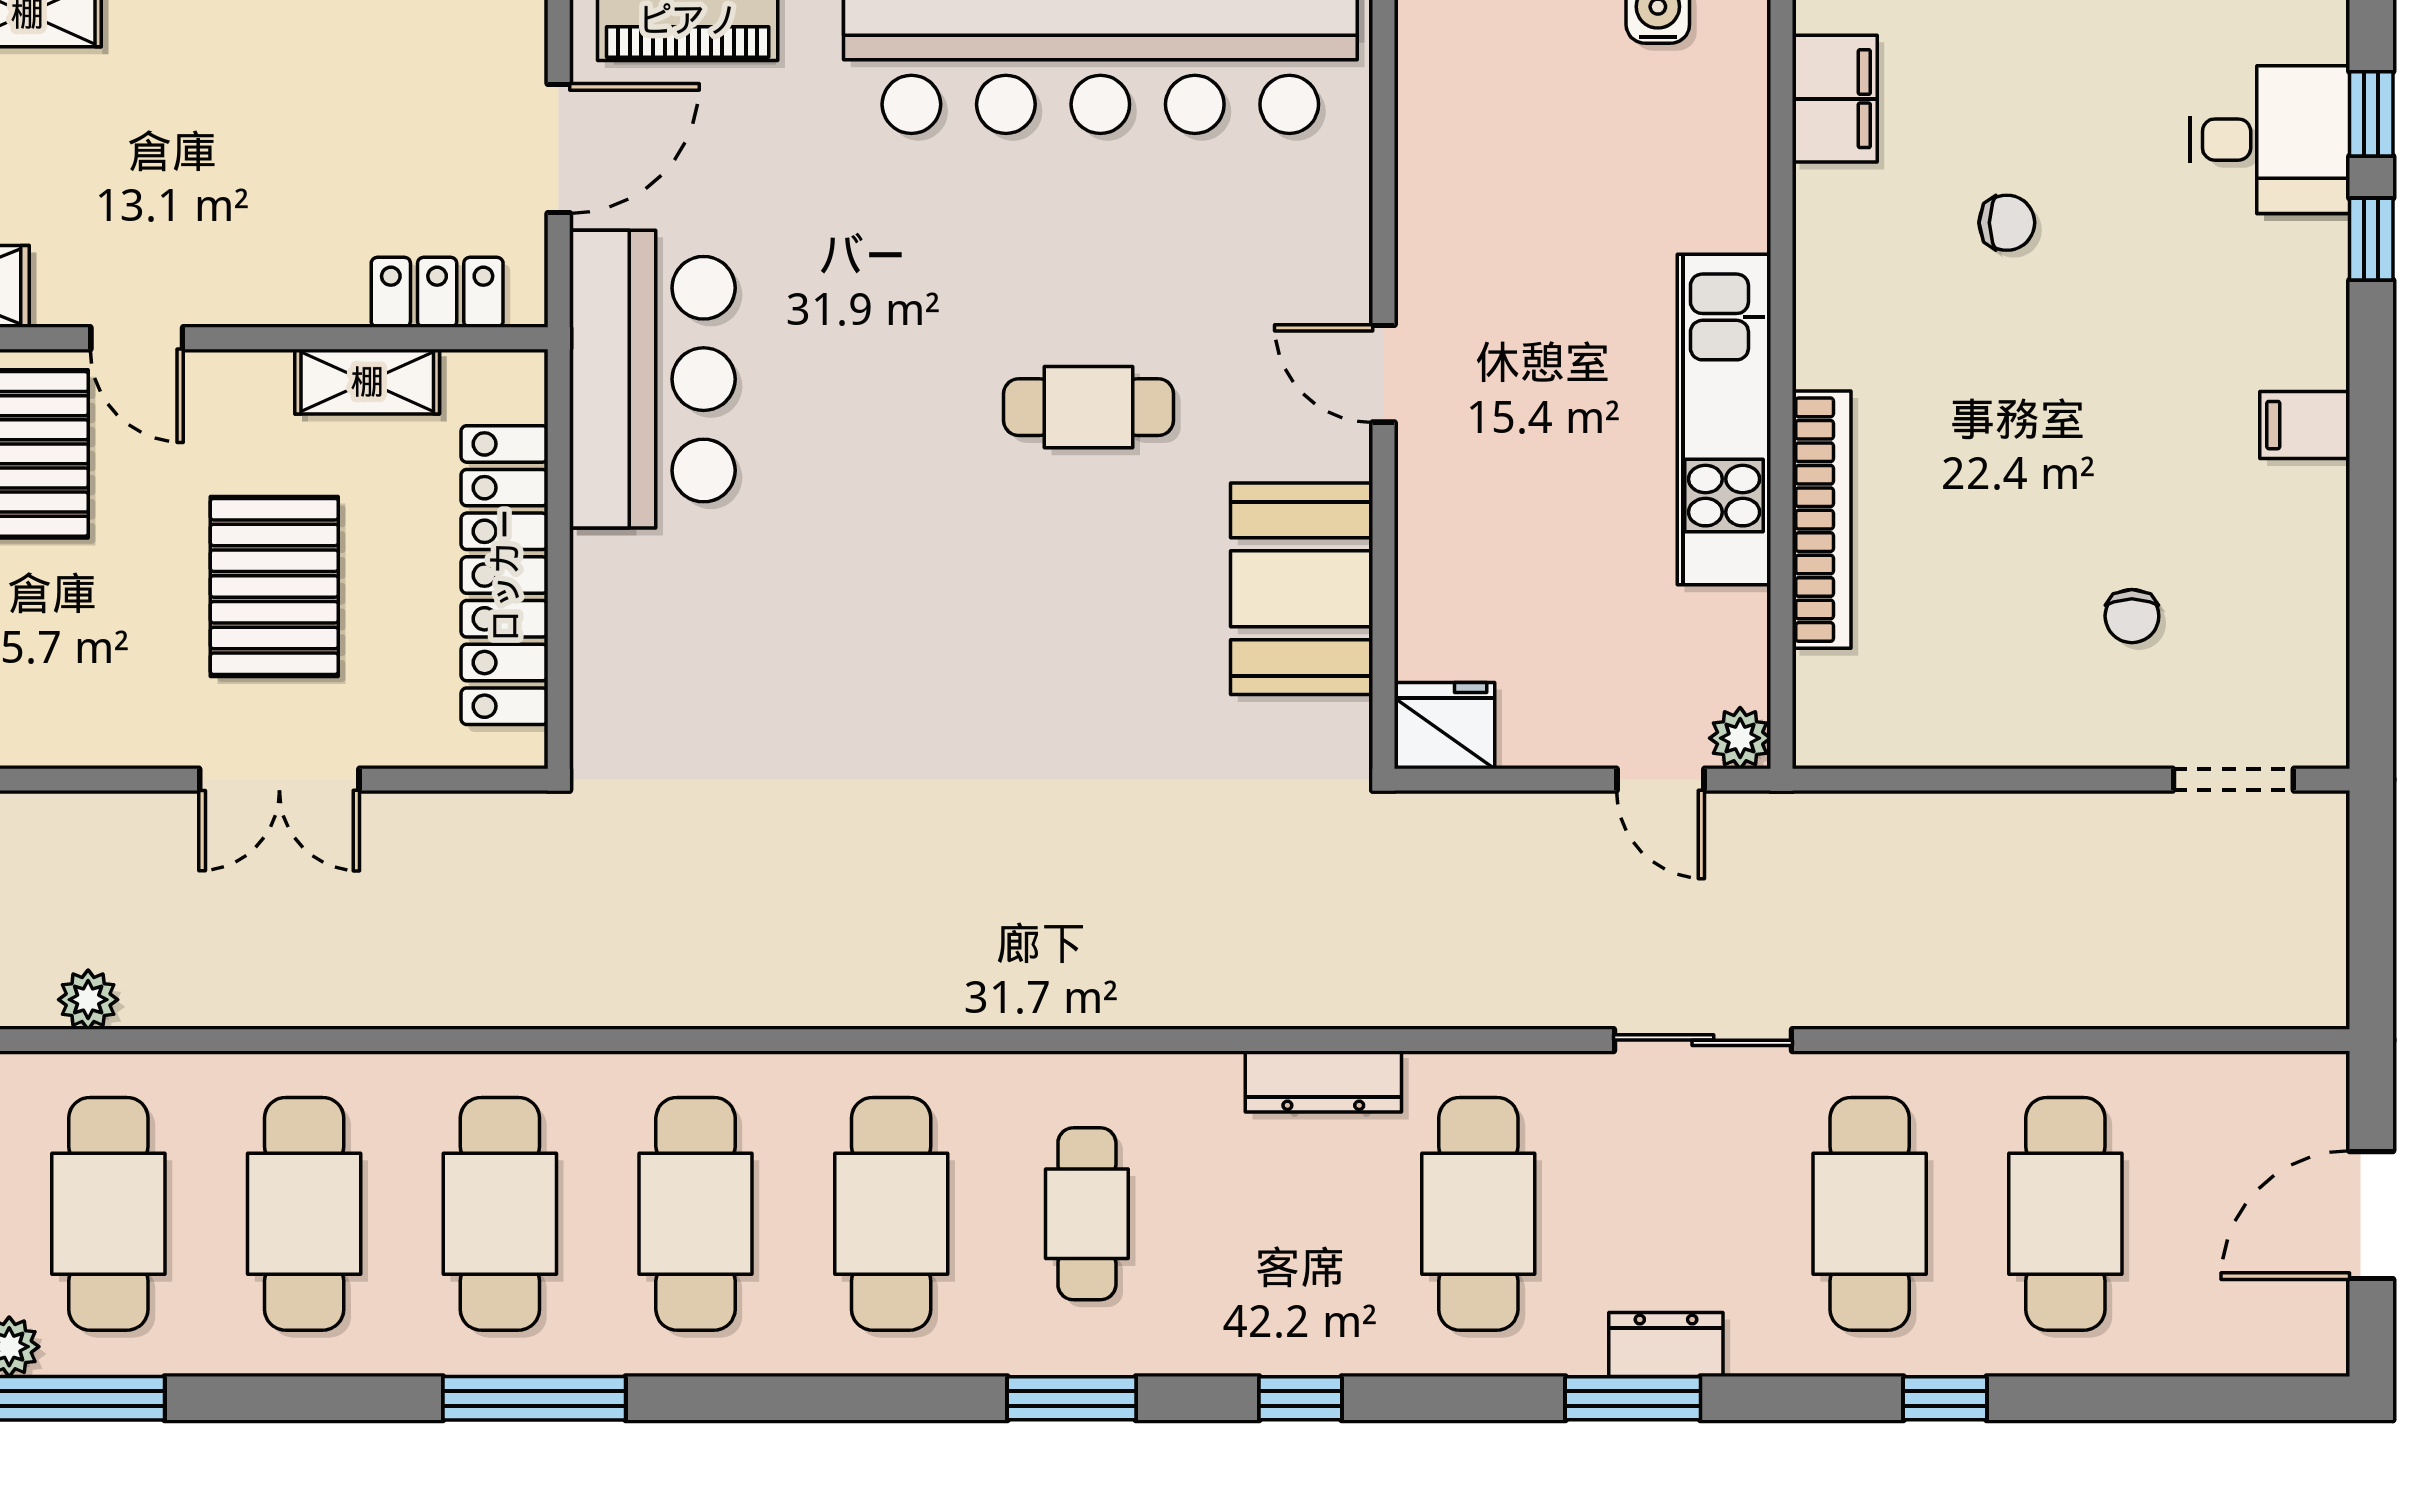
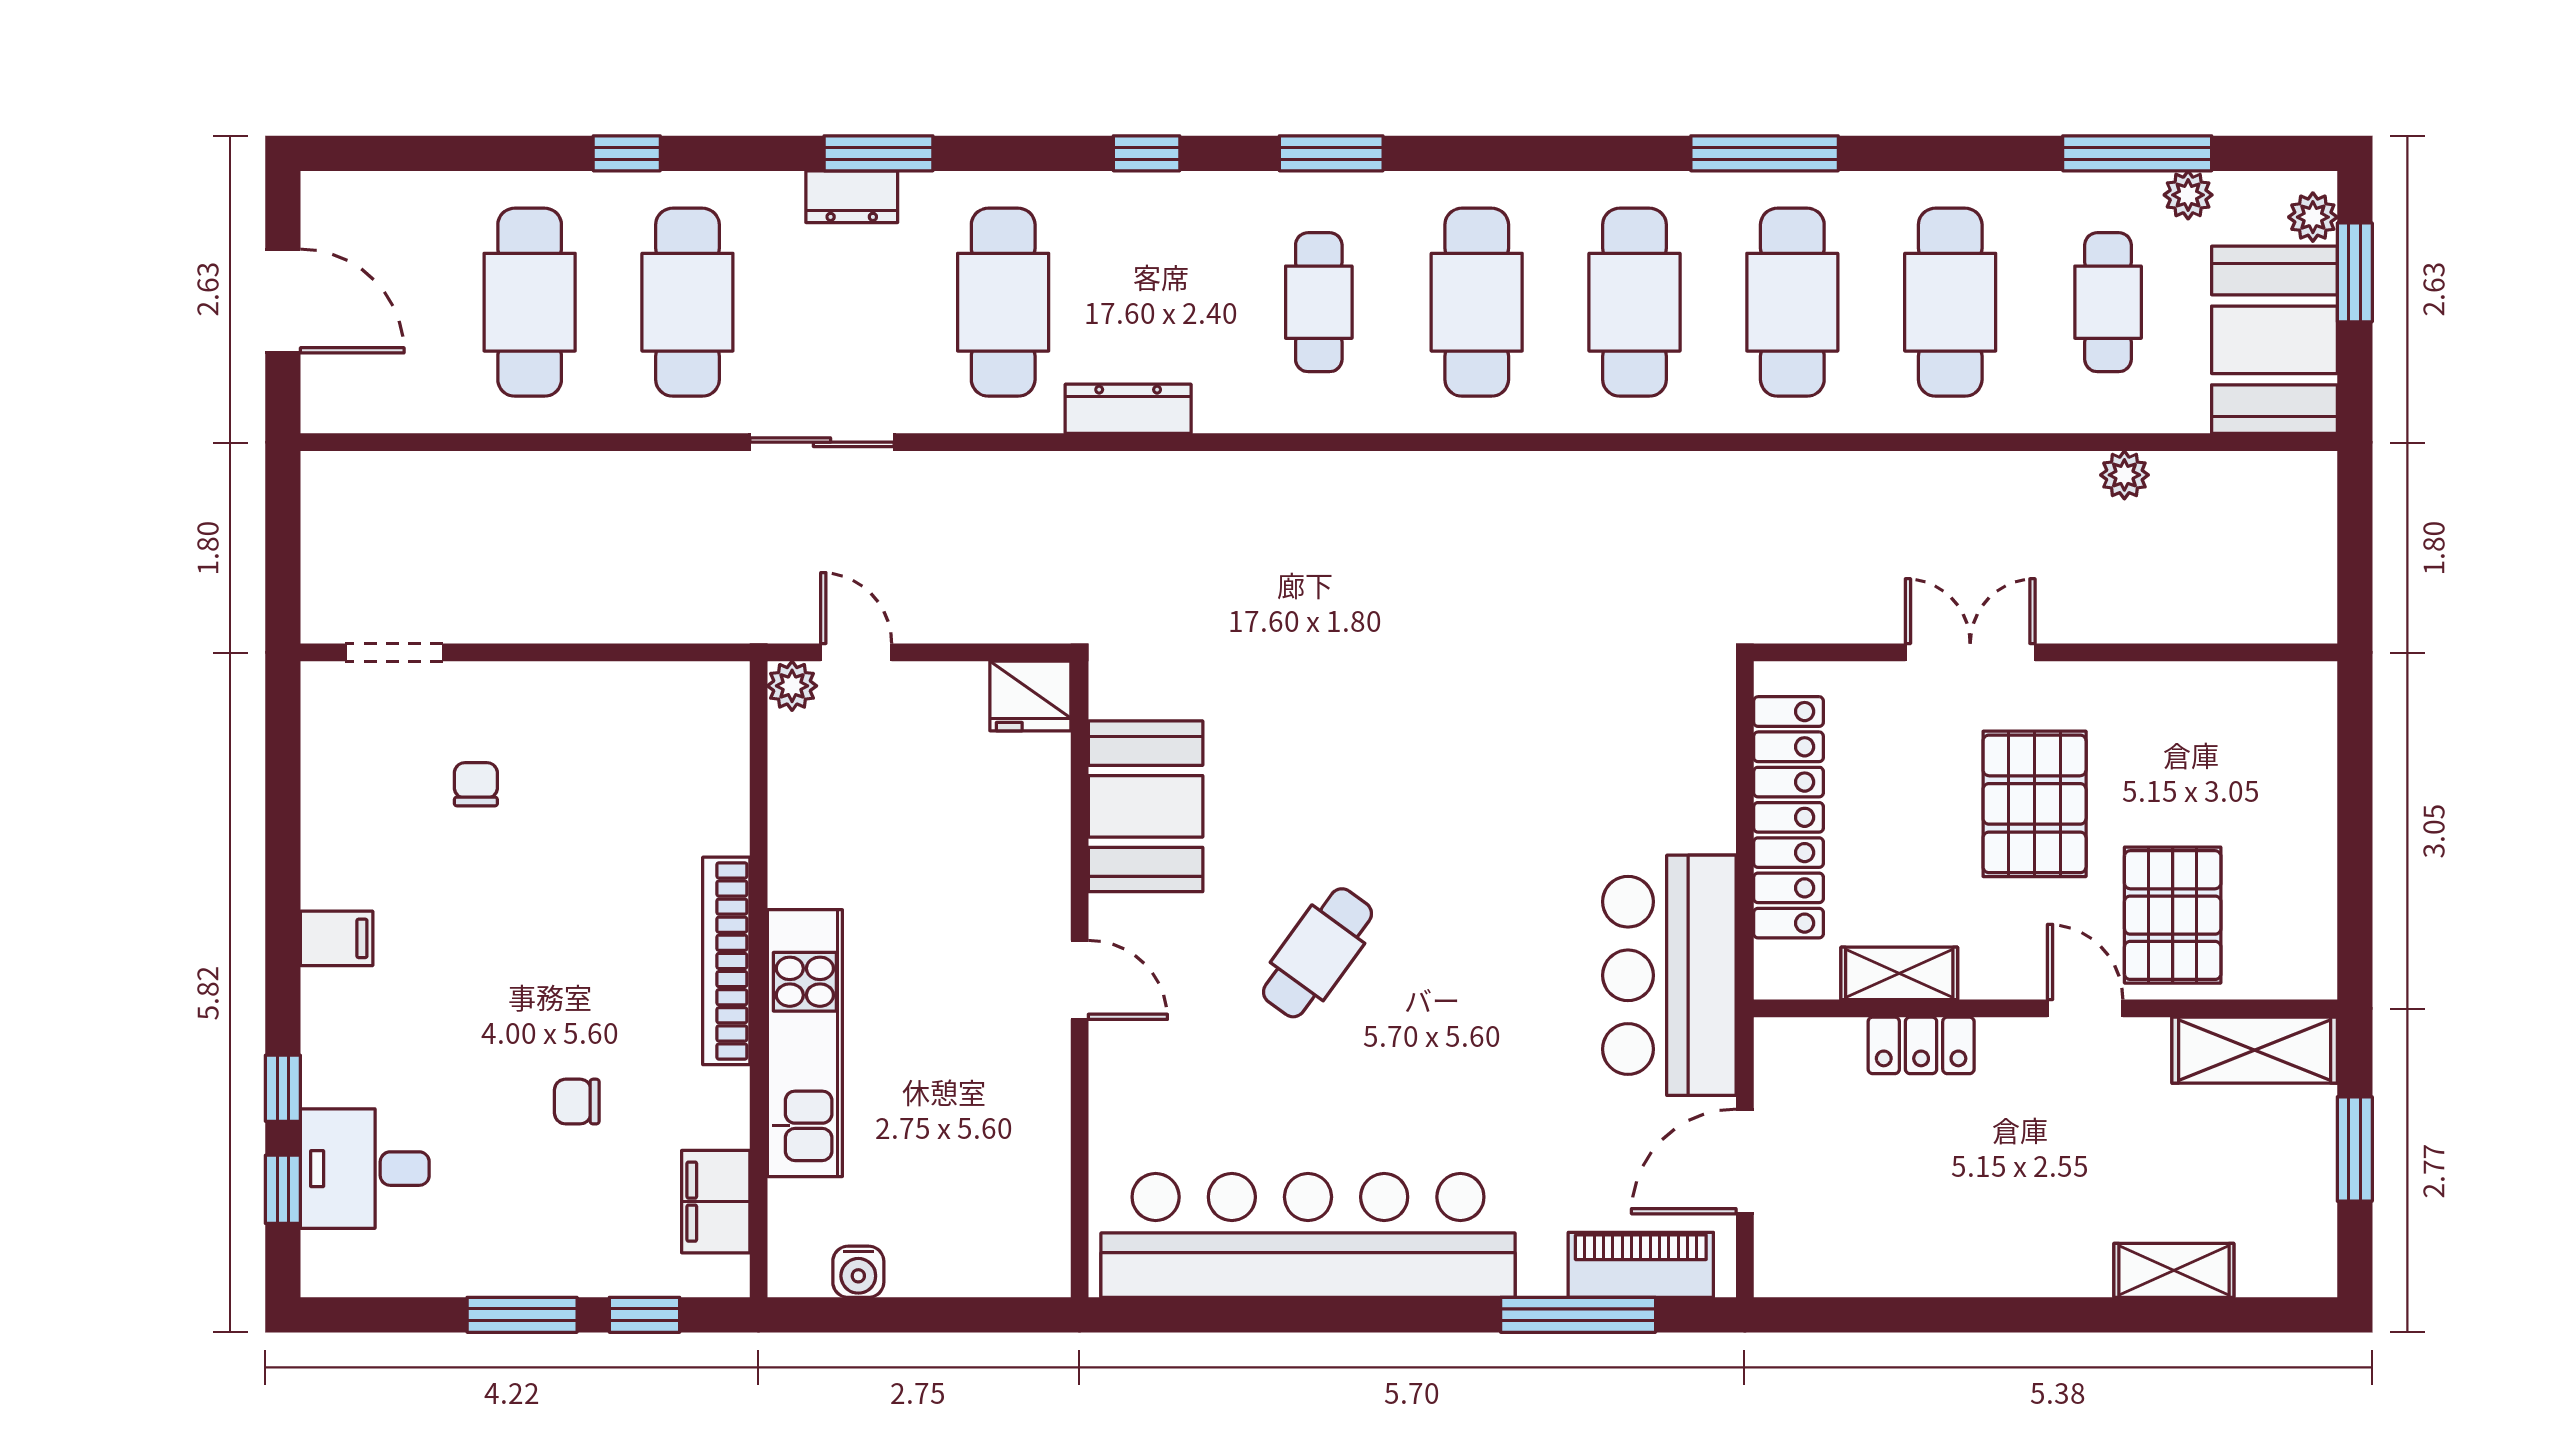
locker: (437, 292) -> (1921, 1045), moved
cafe table: (1088, 407) -> (1318, 953), turned -54
kitchen unit: (1724, 419) -> (805, 1043), moved
bookcase: (1822, 520) -> (726, 961), moved
pallet: (274, 586) -> (2035, 804), moved
cafe table: (108, 1214) -> (2108, 302), width x0.73, depth x0.74
door: (2371, 1215) -> (283, 301), hinge flipped

